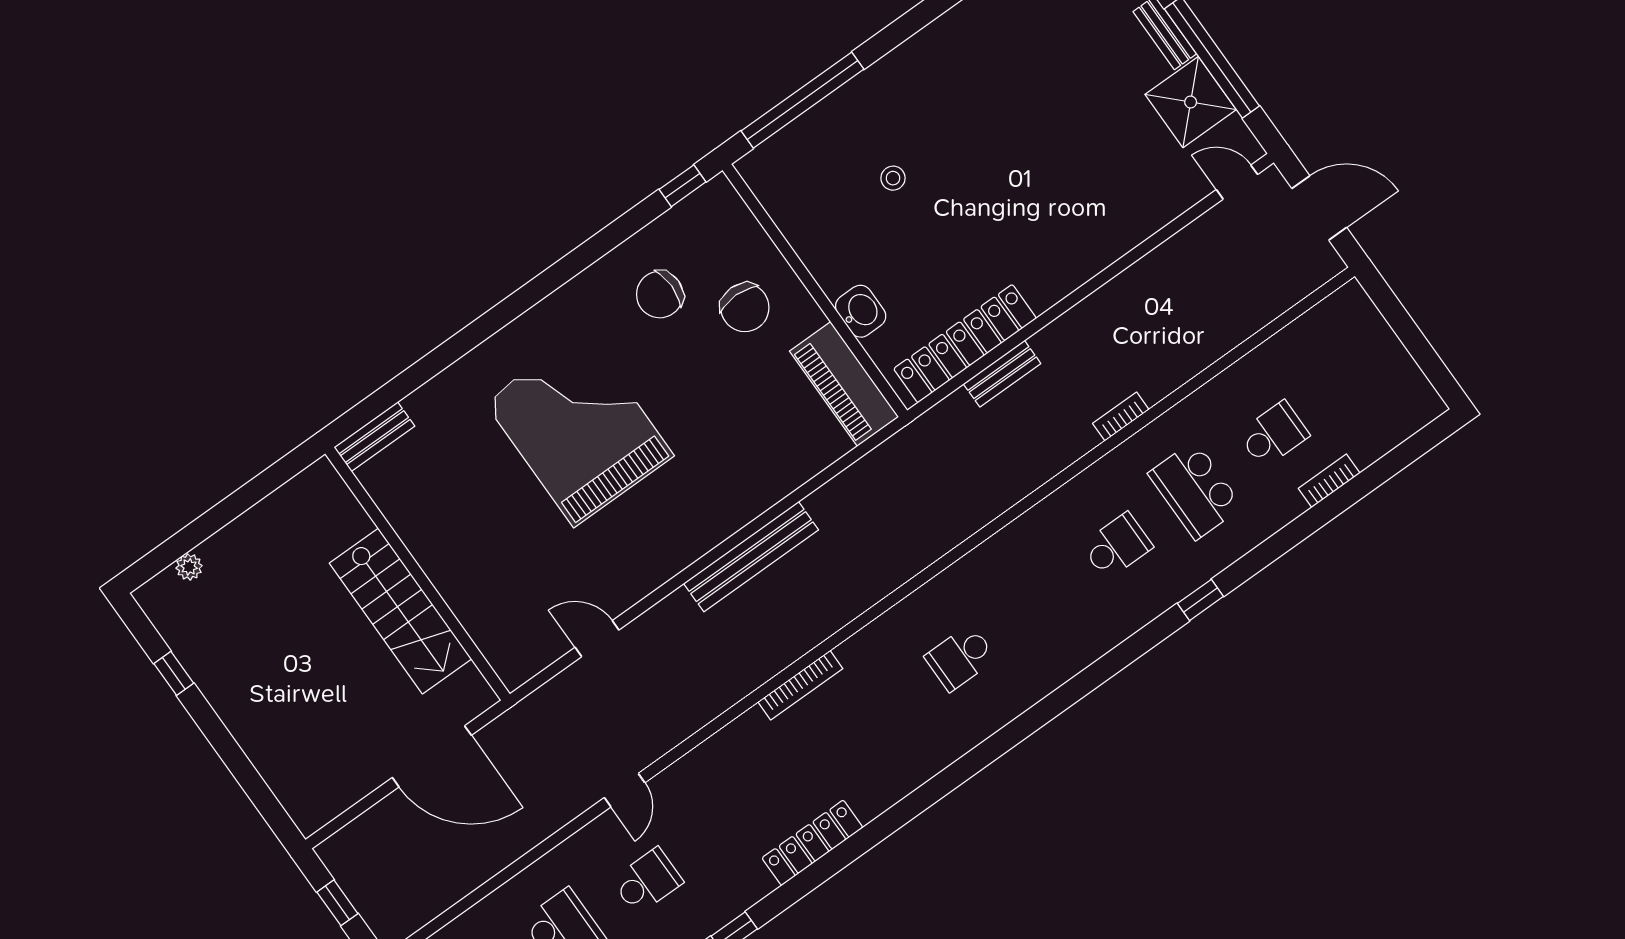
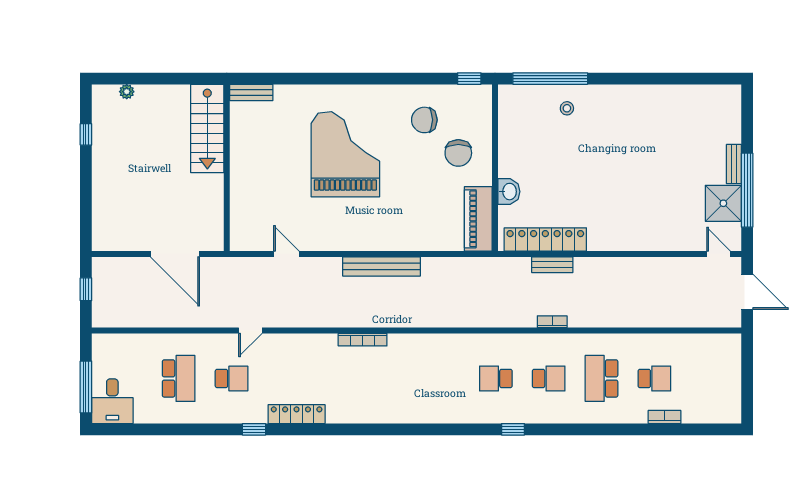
stool: (893, 178) -> (567, 108), moved
bookcase: (1121, 416) -> (552, 322), moved
window: (1200, 600) -> (513, 429), moved
stairs: (400, 611) -> (207, 128), moved
school desk: (960, 658) -> (496, 378), moved
locker: (812, 843) -> (297, 414), moved

